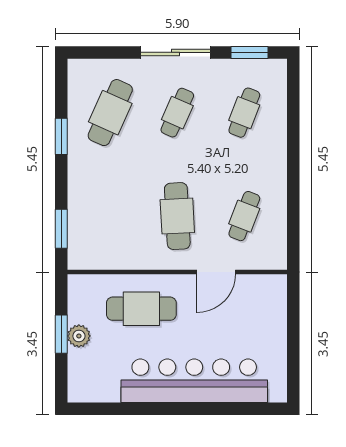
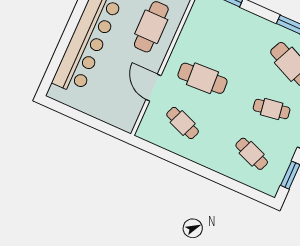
cafe table: (177, 113) -> (272, 109), turned -33

